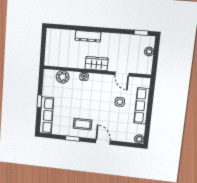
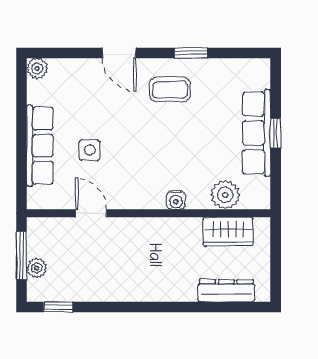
dresser: (88, 36) -> (226, 291), moved
window: (155, 58) -> (22, 255), added
wardrobe: (97, 64) -> (228, 232), moved
row of seats: (46, 115) -> (256, 133), moved

